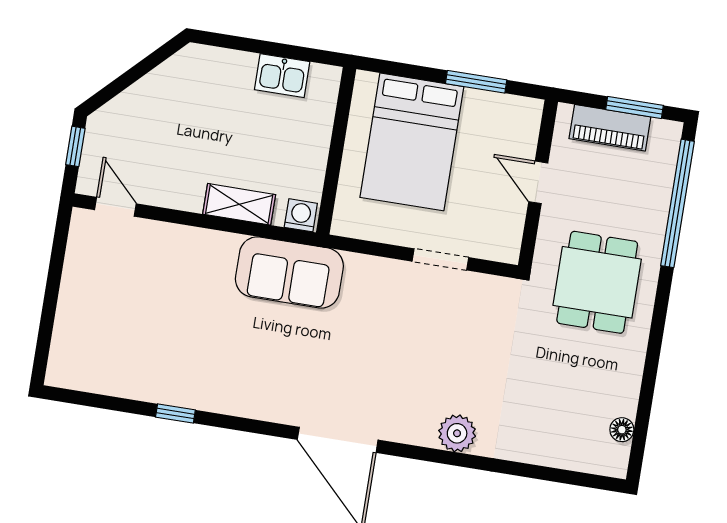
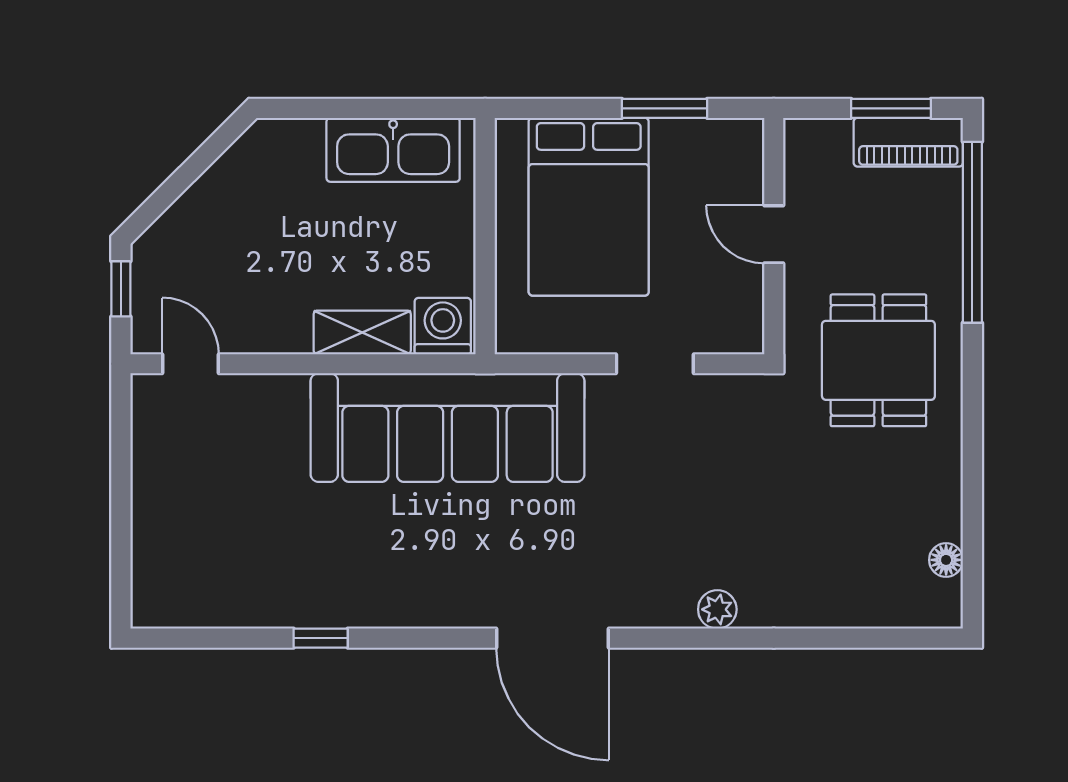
kitchen sink: (282, 76) -> (393, 150), width x1.88, depth x1.24
piano: (610, 128) -> (908, 142), moved
washing machine: (301, 215) -> (443, 326), width x1.38, depth x1.38
sofa: (289, 272) -> (448, 428), width x1.85, depth x1.27
plant: (457, 433) -> (717, 609), width x0.73, depth x0.73

